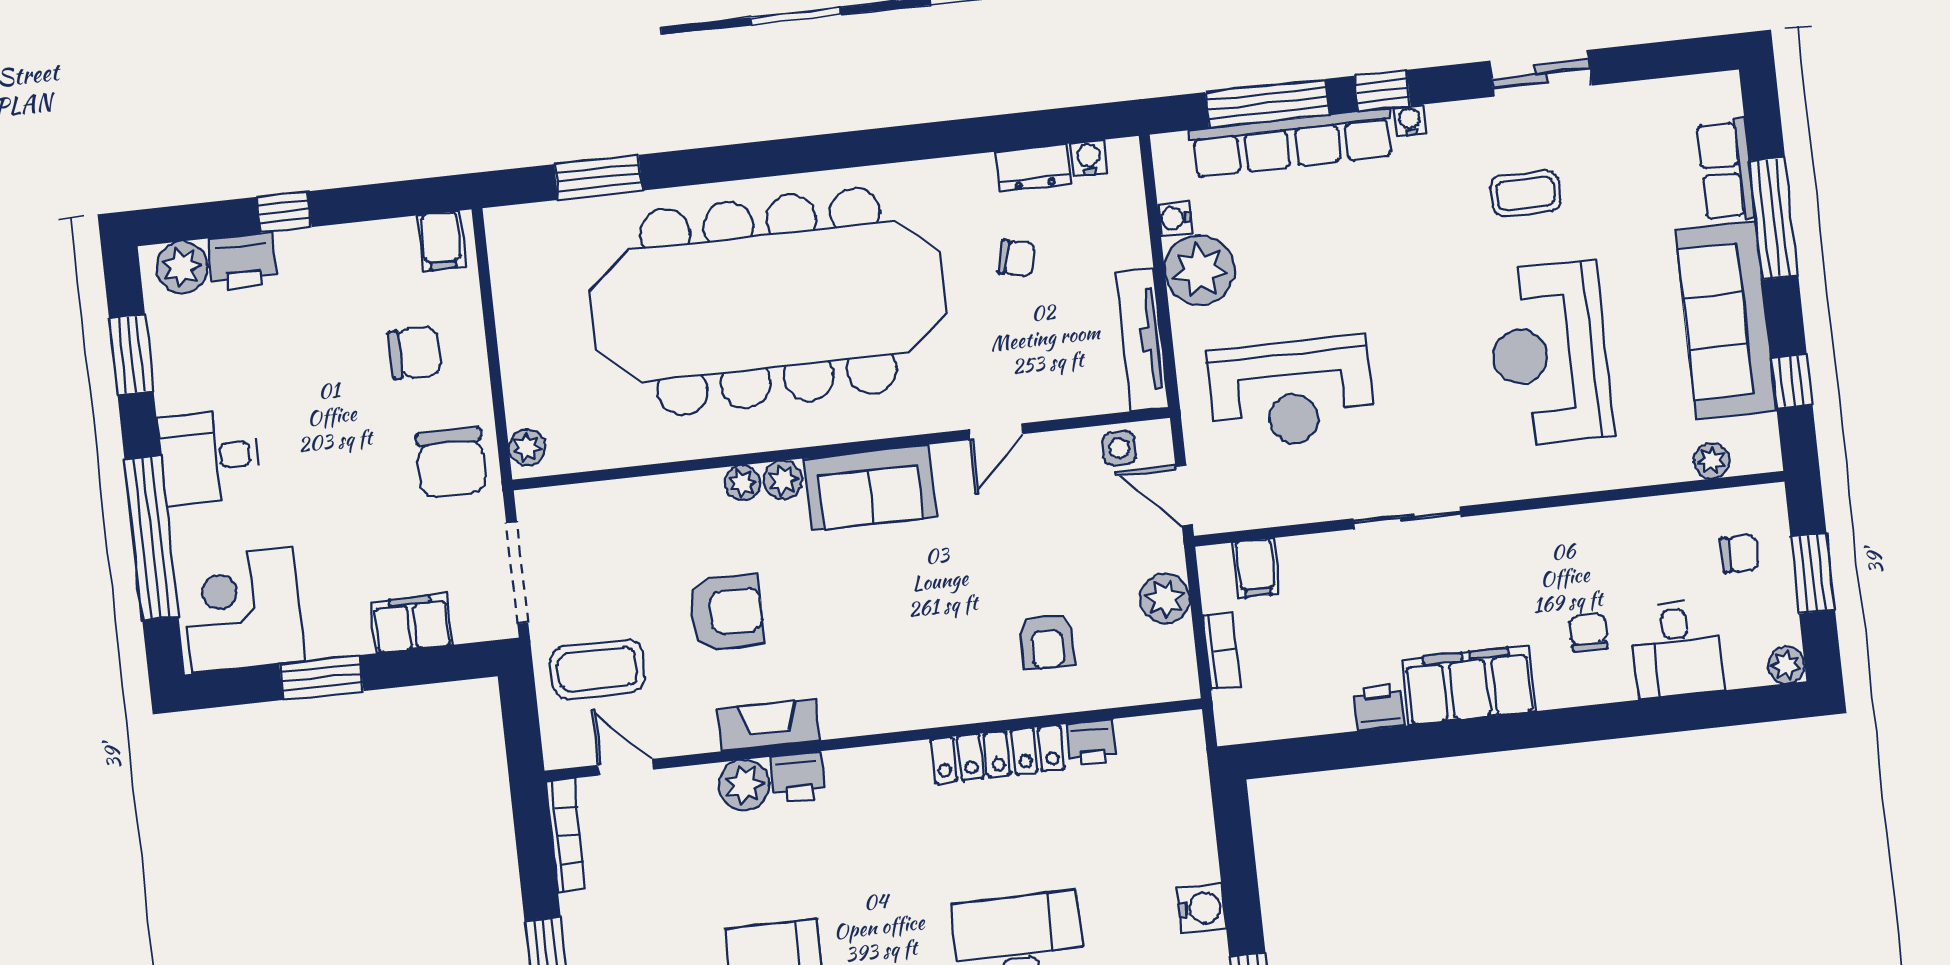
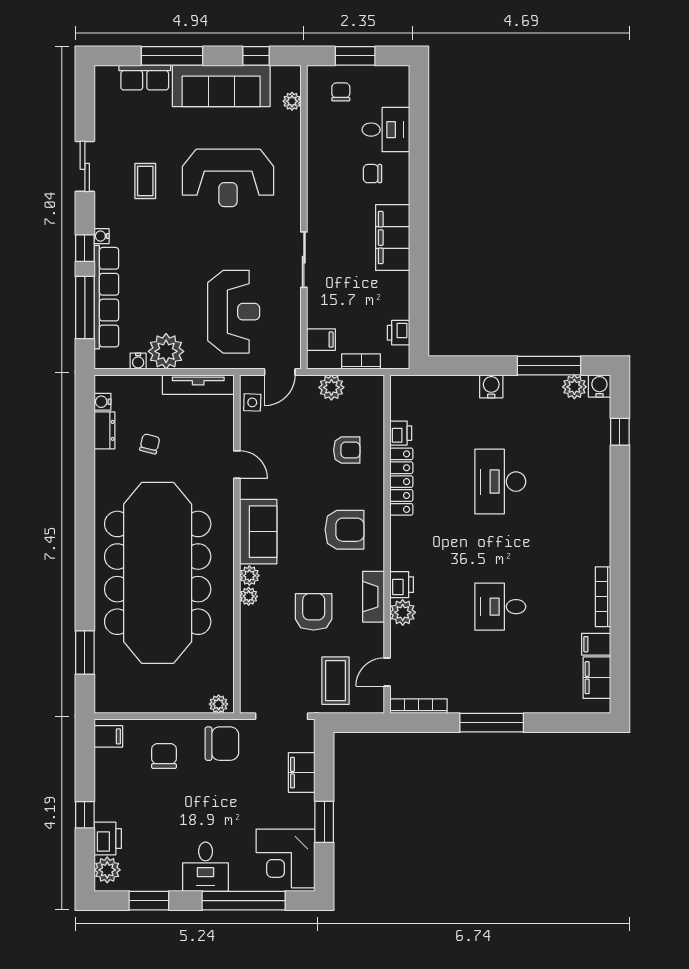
armchair: (892, 654) -> (344, 530), added
plant: (1786, 665) -> (400, 75), removed
printer: (1379, 707) -> (398, 333), moved

